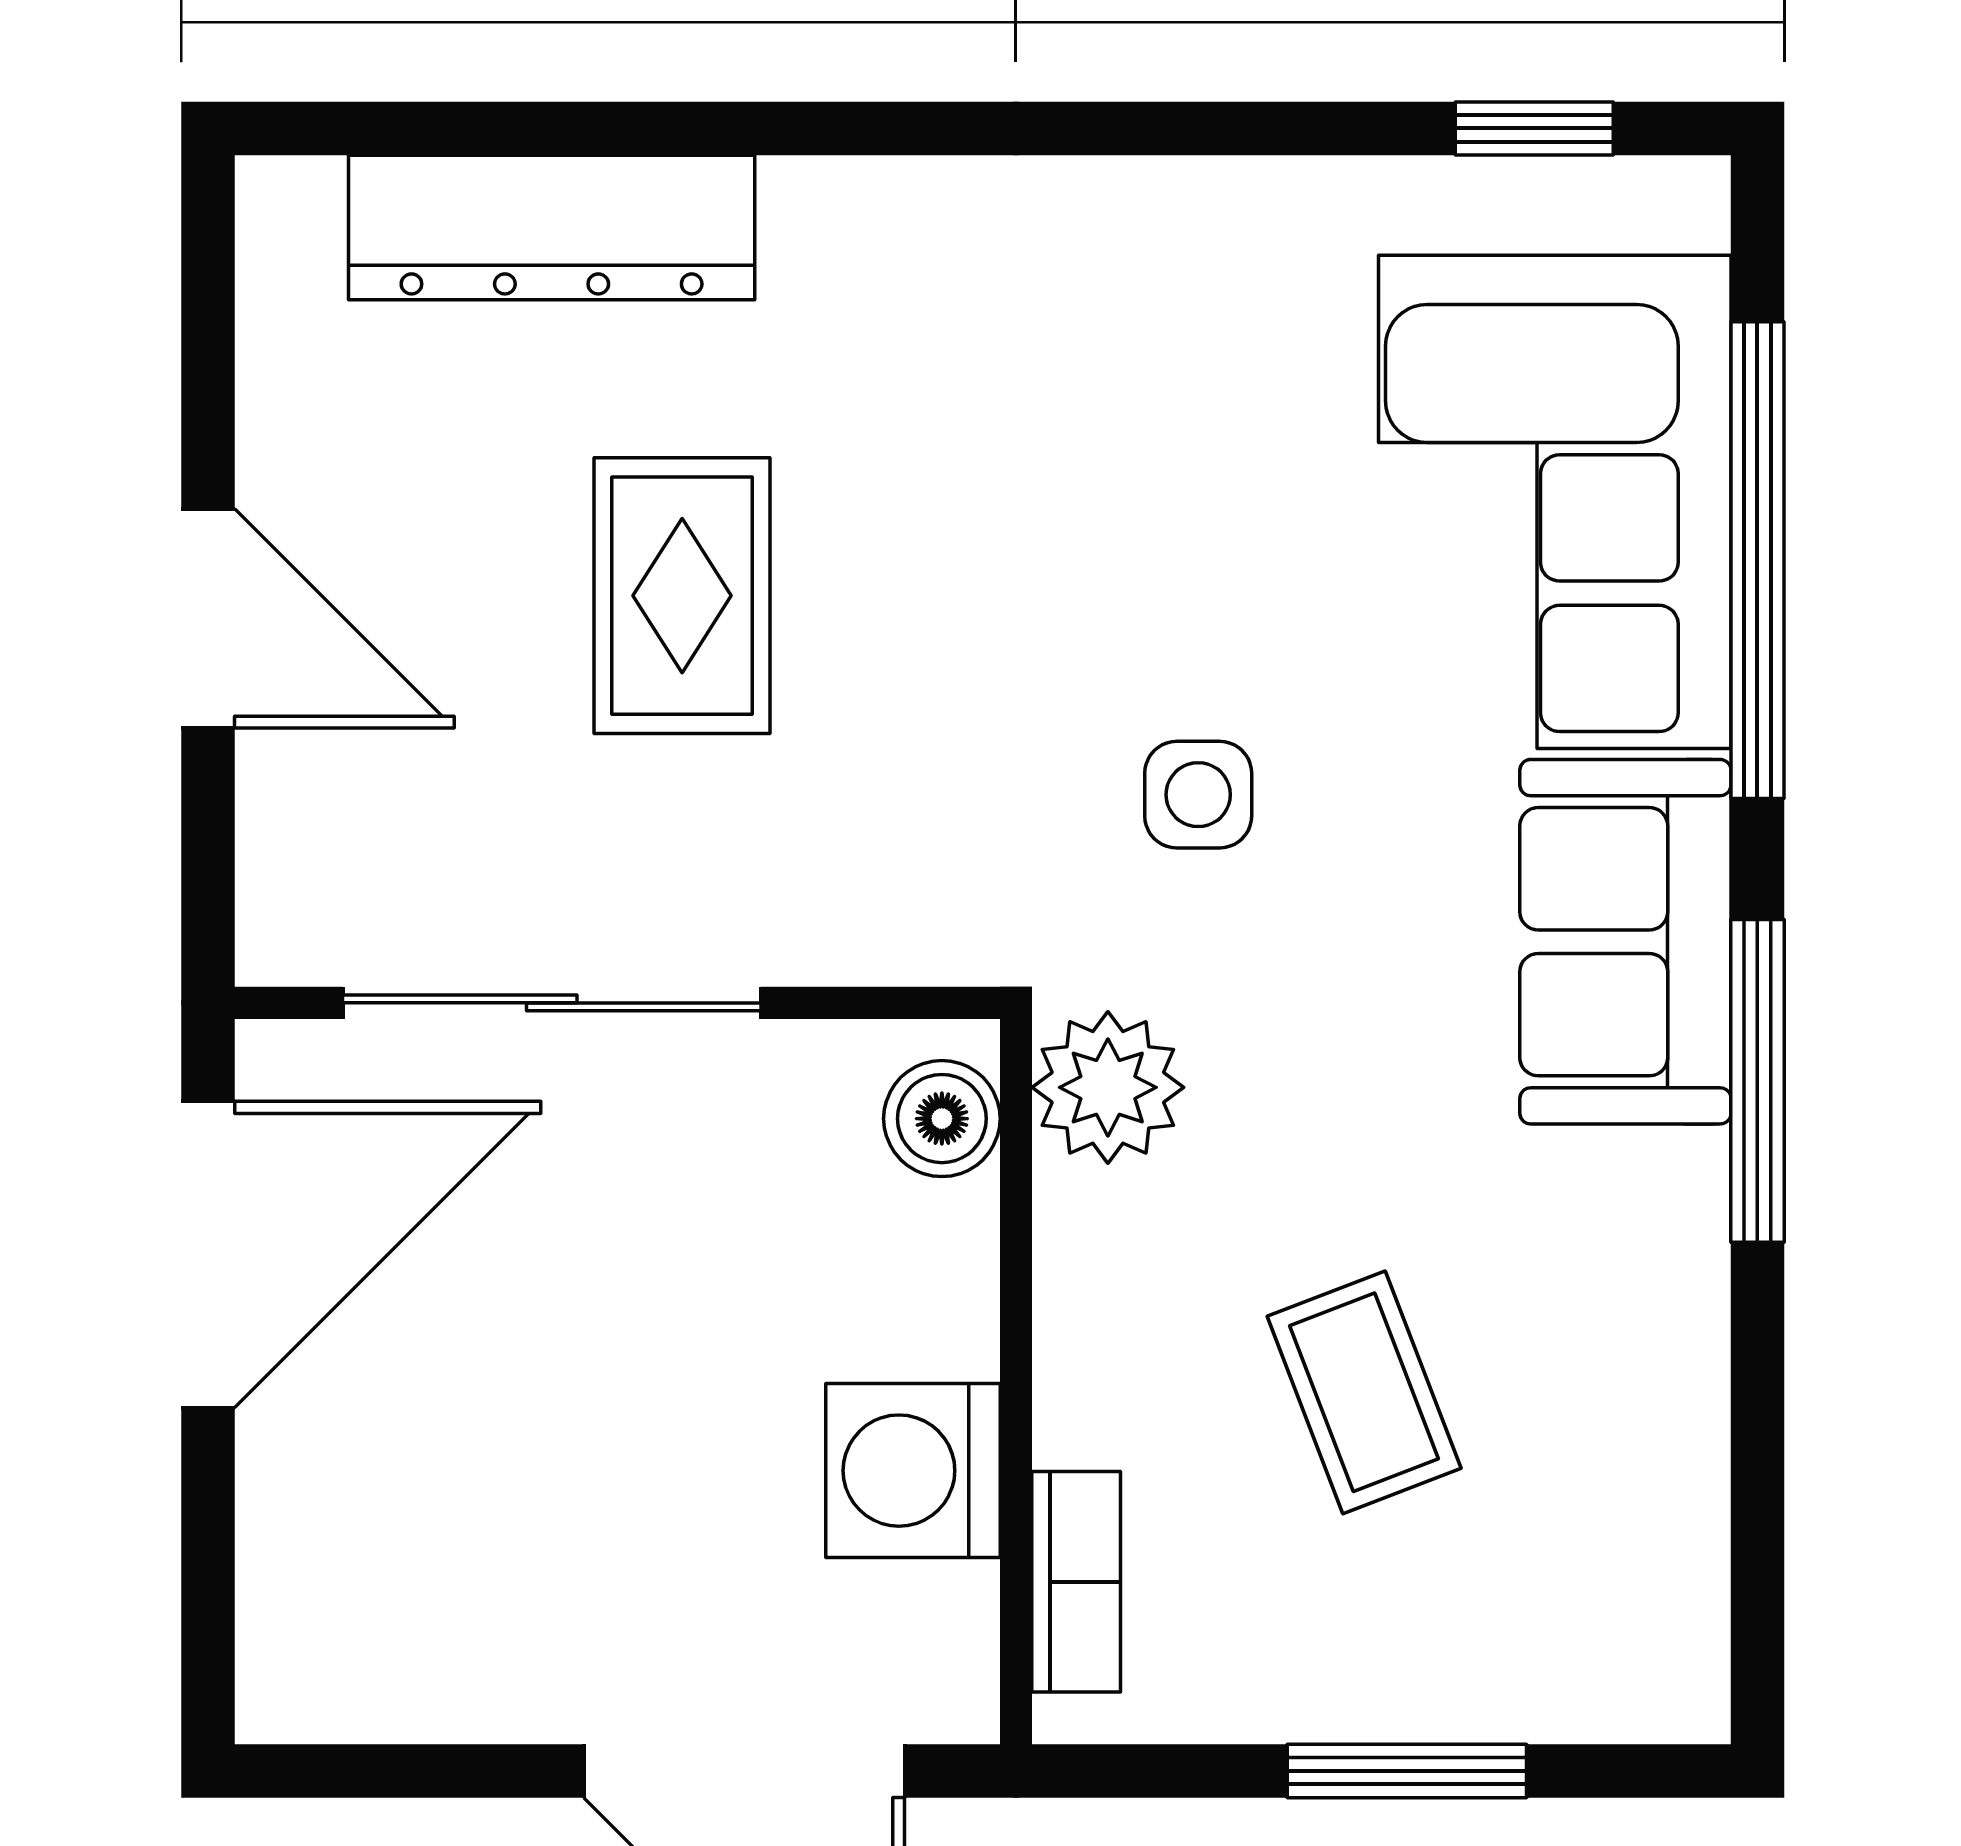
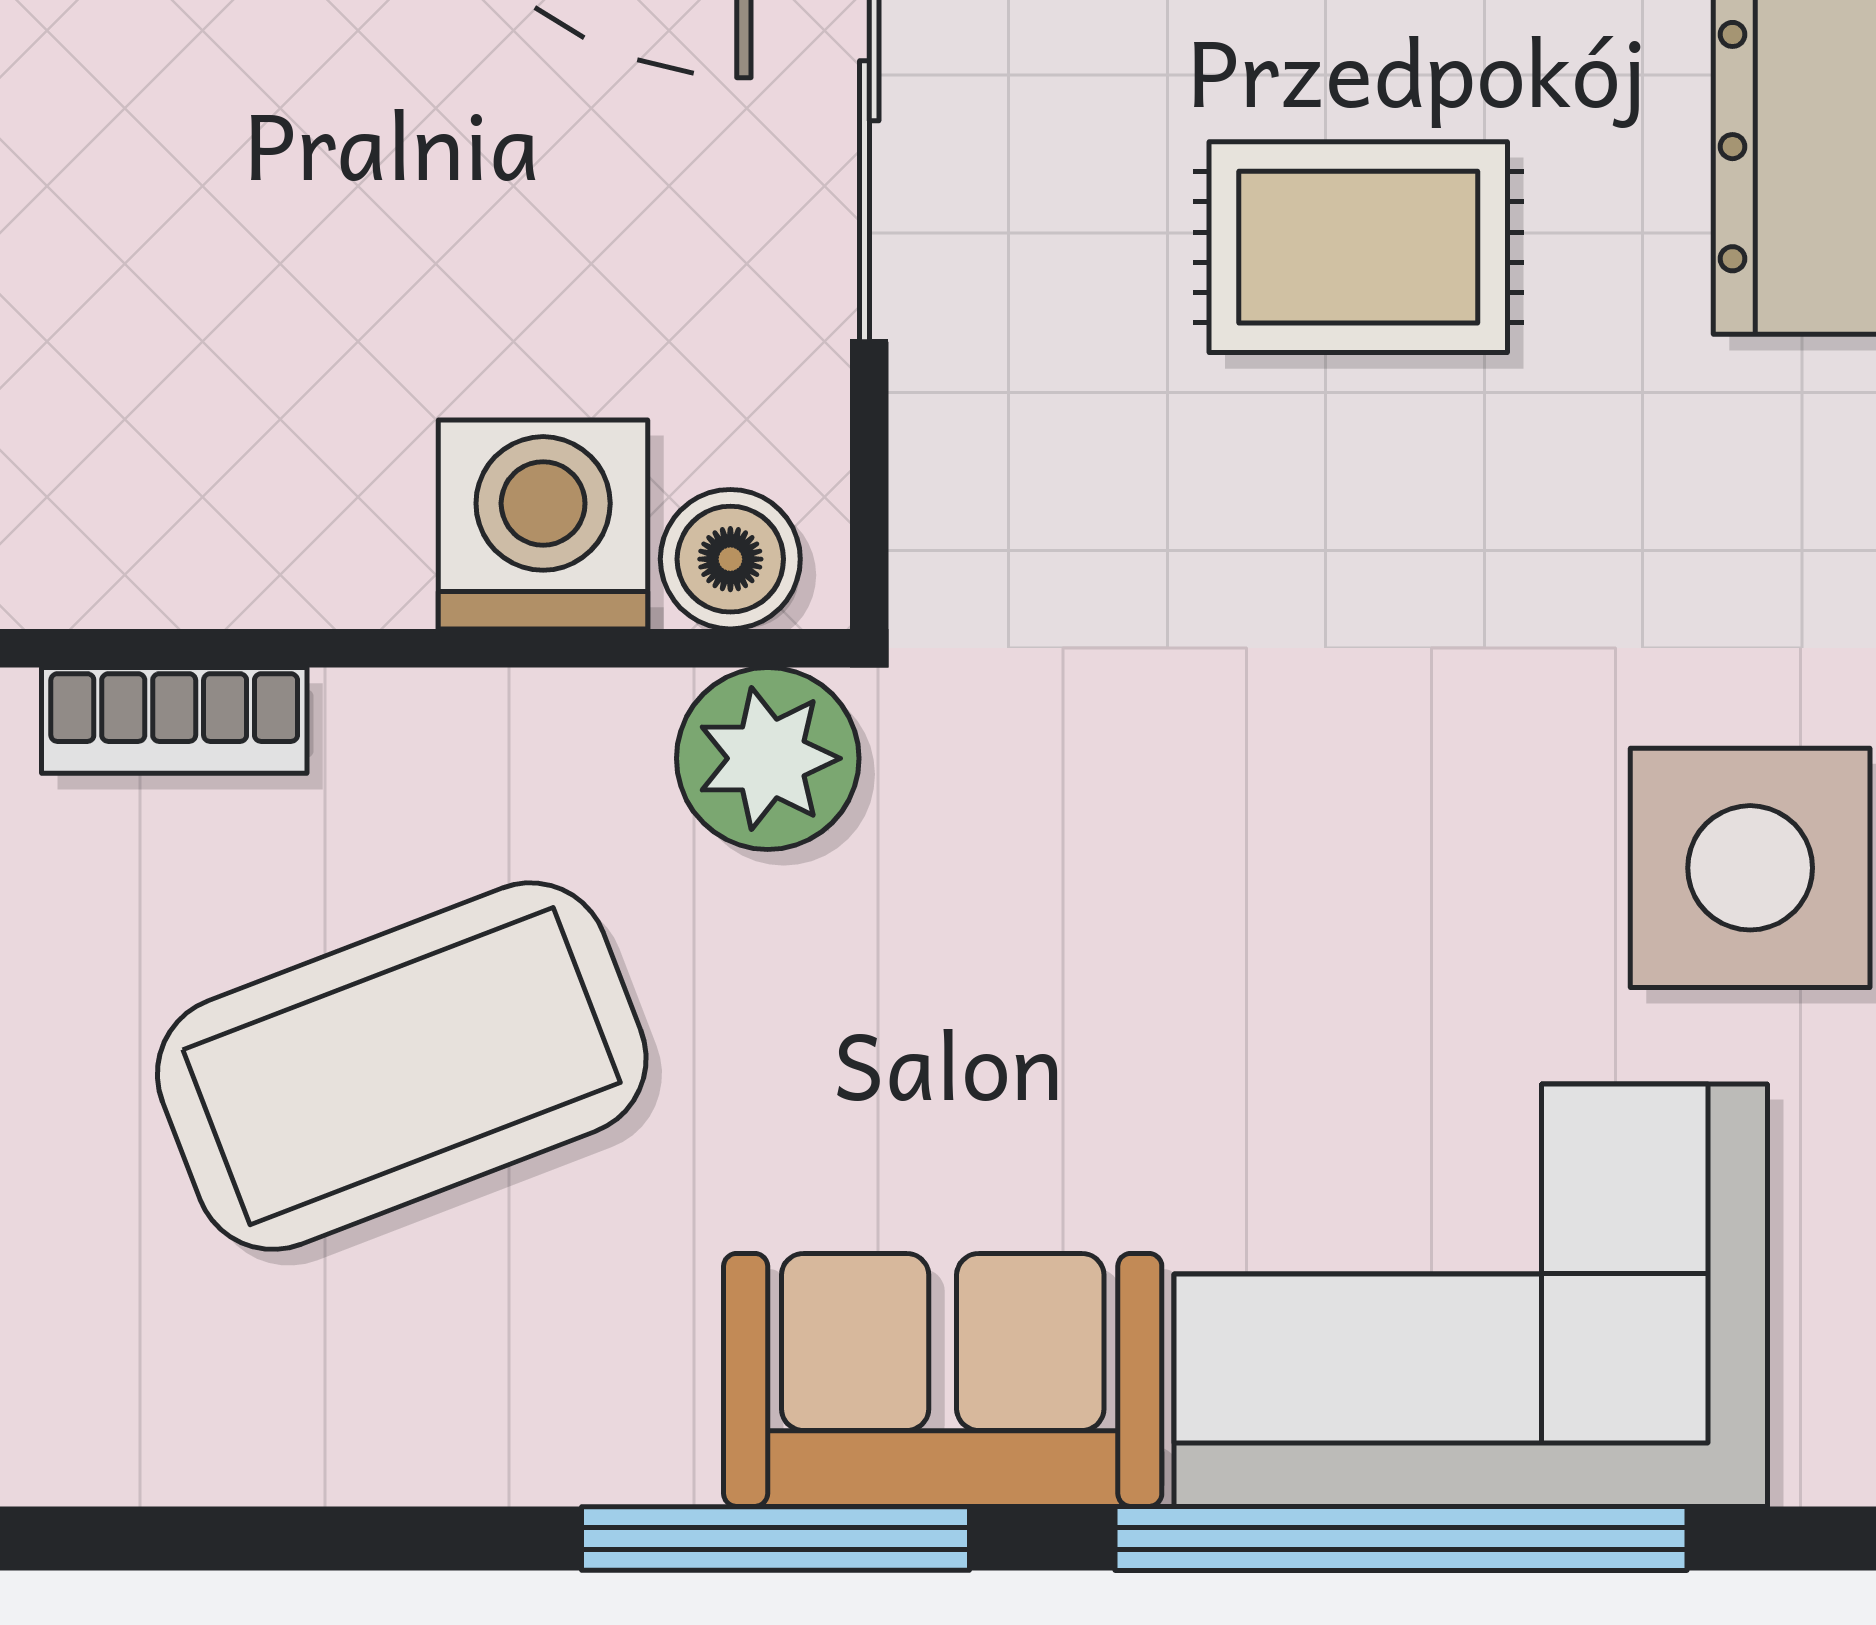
side table: (1198, 795) -> (1750, 868), moved, width x1.87, depth x1.87
coffee table: (1364, 1392) -> (402, 1066), width x1.86, depth x1.72
washing machine: (913, 1471) -> (543, 524), moved

